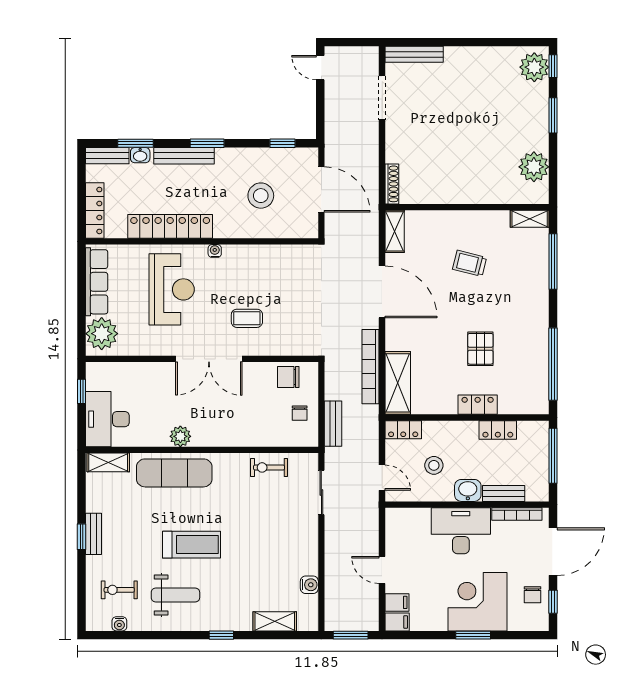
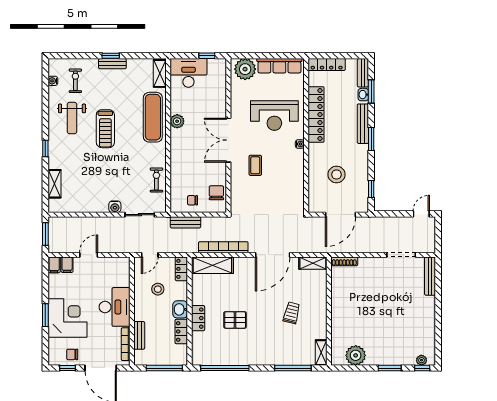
plant: (534, 67) -> (421, 360), width x0.53, depth x0.53
washbasin: (468, 490) -> (180, 309), moved, turned 180
water cooler: (309, 585) -> (115, 207), moved

